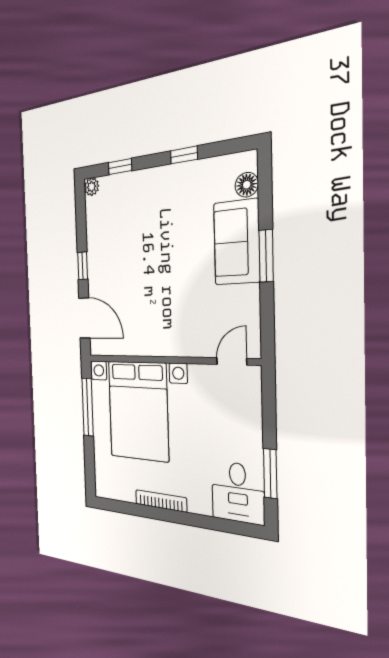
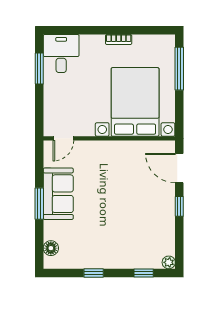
sofa: (237, 242) -> (58, 194), moved
window: (88, 407) -> (179, 69), moved
bookcase: (161, 501) -> (119, 40), width x0.64

